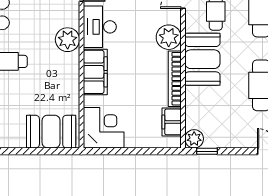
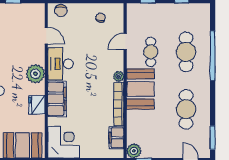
plant: (169, 37) -> (119, 76), width x0.53, depth x0.53
fridge: (69, 80) -> (37, 105), added

